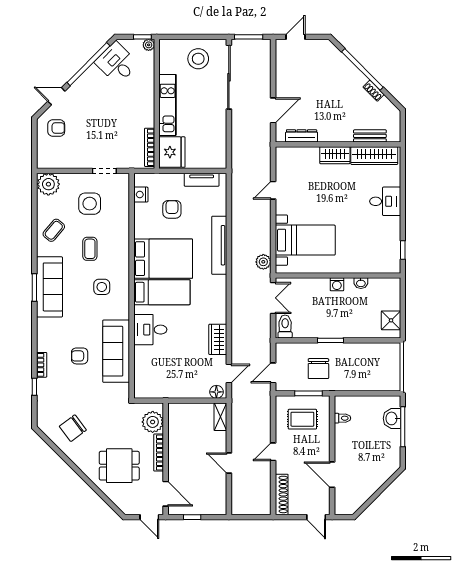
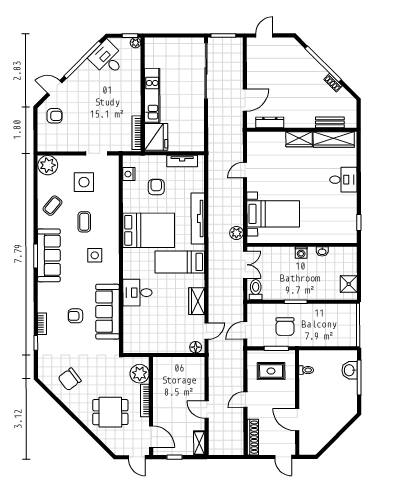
stool: (198, 59) -> (179, 55), removed
bed: (162, 292) -> (180, 262), moved, turned 180
shelving: (220, 417) -> (199, 443), moved

